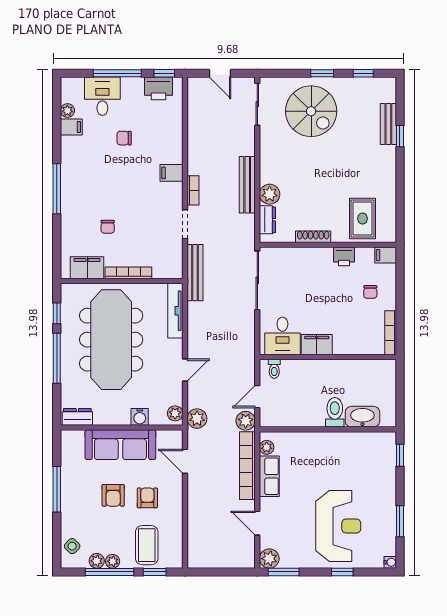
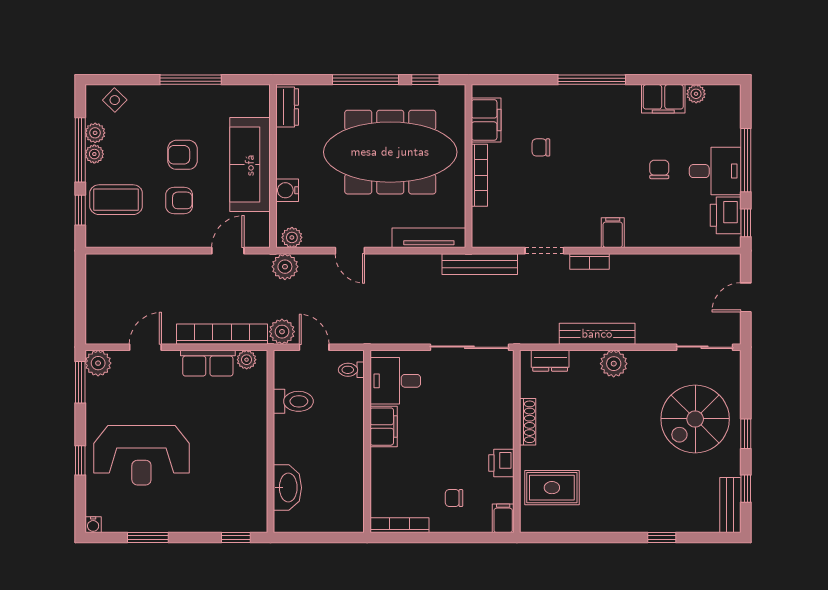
desk: (102, 96) -> (715, 171), moved
bench: (388, 124) -> (730, 505), moved, turned 90
filing cabinet: (71, 127) -> (663, 99), width x2.00
plant: (270, 194) -> (614, 364), moved
toilet: (335, 412) -> (293, 401), moved

